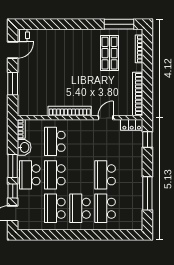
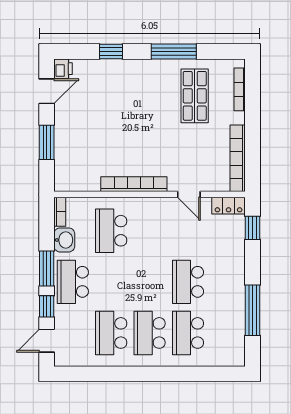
window: (55, 24) -> (111, 51), added
window: (119, 24) -> (174, 51), moved
door: (106, 118) -> (189, 194), swing flipped
school desk: (55, 175) -> (111, 282), removed

